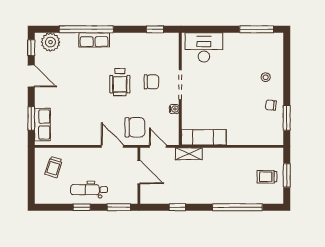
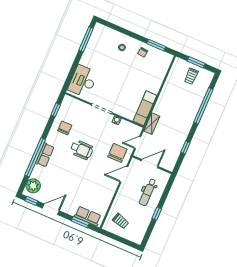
chair: (151, 82) -> (65, 128), moved
dental chair: (89, 190) -> (148, 192), moved
window: (119, 207) -> (168, 188), removed

